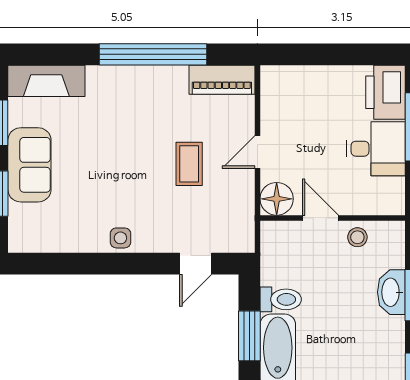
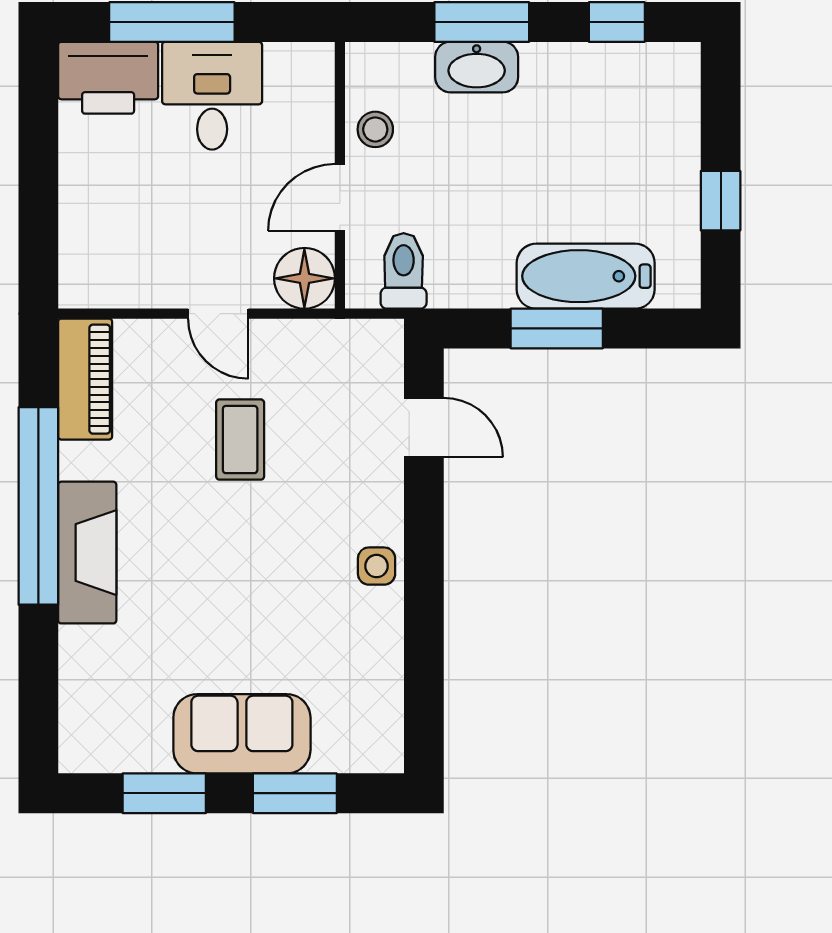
fireplace: (46, 81) -> (87, 553), moved
coffee table: (189, 164) -> (240, 440), turned 90
toilet: (281, 299) -> (404, 271), moved

